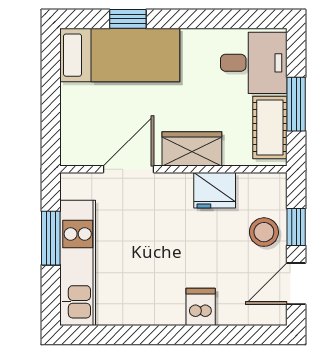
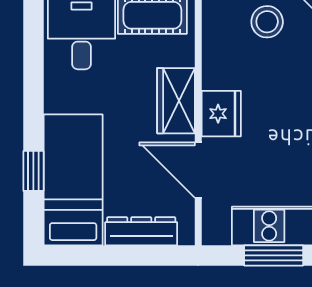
dresser: (73, 117) -> (141, 231), added
fridge: (215, 190) -> (221, 114), moved

